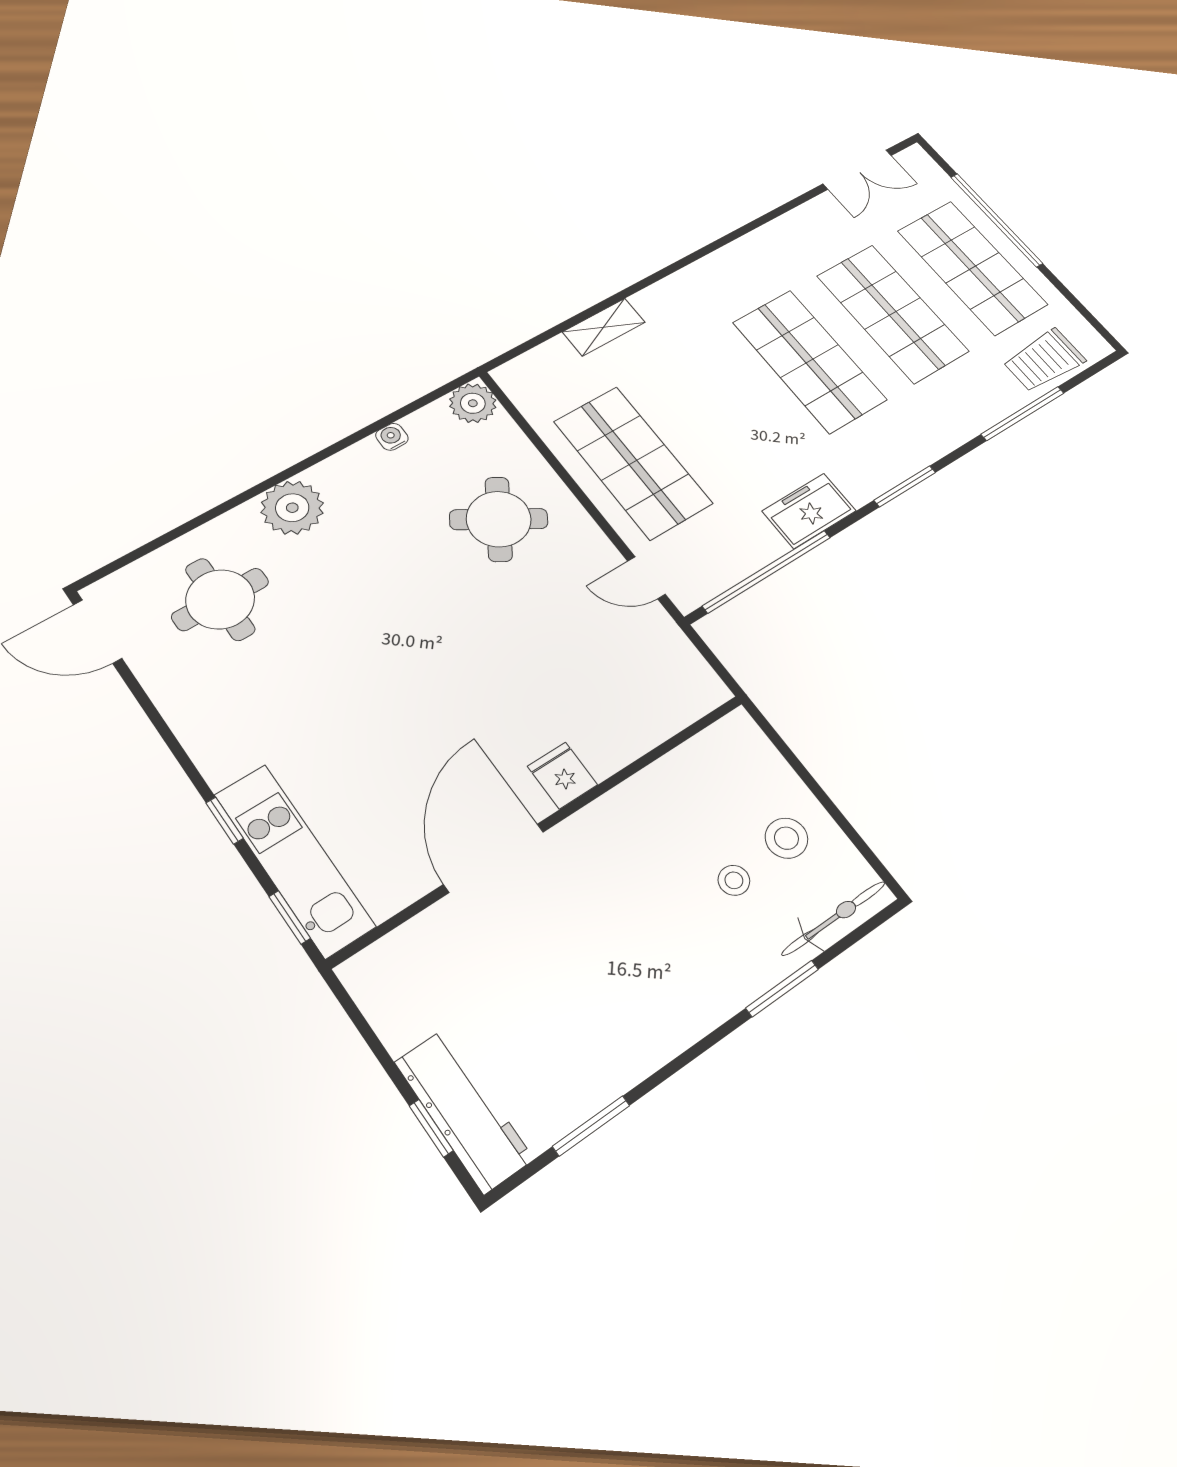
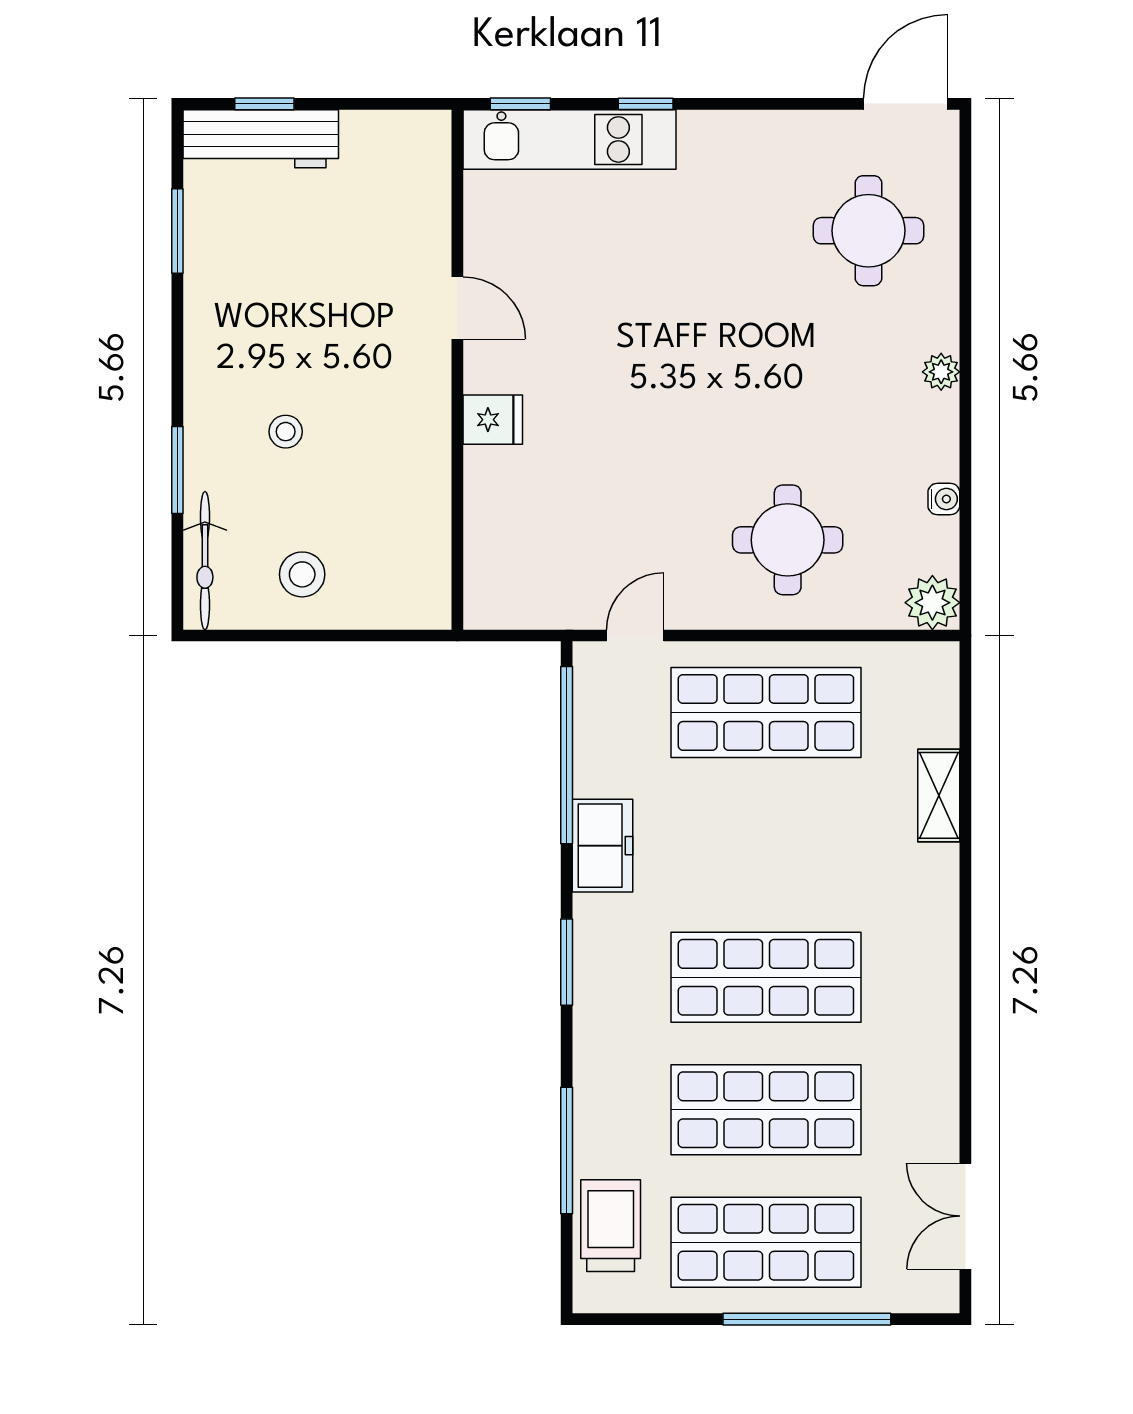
plant: (292, 508) -> (941, 372), width x0.53, depth x0.53
round table: (499, 519) -> (788, 540), turned -32
door: (494, 858) -> (457, 308), width x0.53
stool: (734, 880) -> (286, 432), moved

